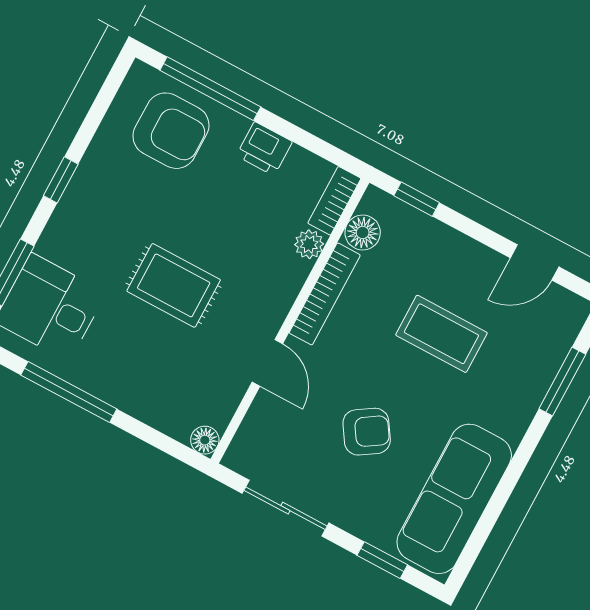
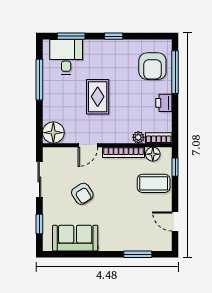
coffee table: (441, 334) -> (154, 183), moved, turned 90
floor lamp: (205, 440) -> (53, 133), width x1.89, depth x1.89
sofa: (454, 499) -> (75, 238), width x0.73

